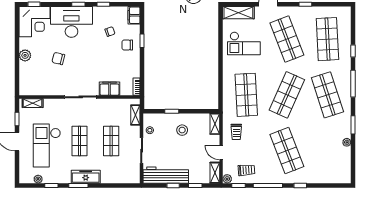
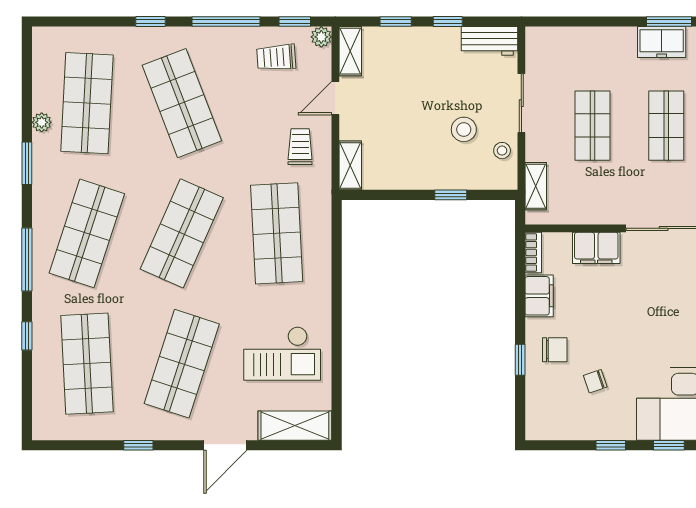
filing cabinet: (134, 15) -> (539, 296), moved
shop shelf: (287, 39) -> (182, 364), turned 39
checkout: (244, 43) -> (282, 353), turned 180
shop shelf: (327, 95) -> (87, 233), turned 36
stool: (182, 130) -> (464, 129), moved
shop shelf: (327, 151) -> (87, 103), added
door: (221, 153) -> (335, 98), swing flipped
workbench: (166, 175) -> (489, 41), width x0.53, depth x0.76
freezer: (86, 177) -> (662, 42), width x0.71

